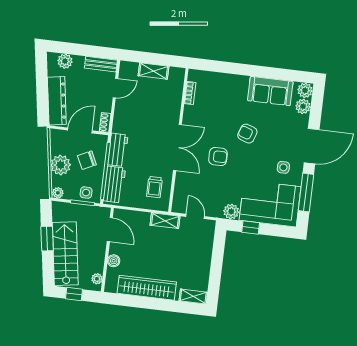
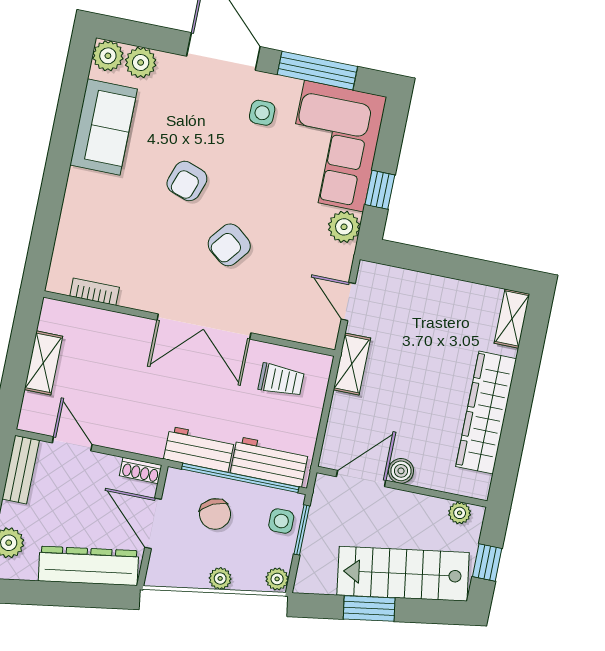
double door: (177, 147) -> (204, 327), swing flipped
armchair: (218, 157) -> (229, 245), turned -141
plant: (61, 165) -> (220, 578), width x0.53, depth x0.53
door: (195, 216) -> (348, 301), hinge flipped
boiler: (114, 261) -> (401, 471), moved

